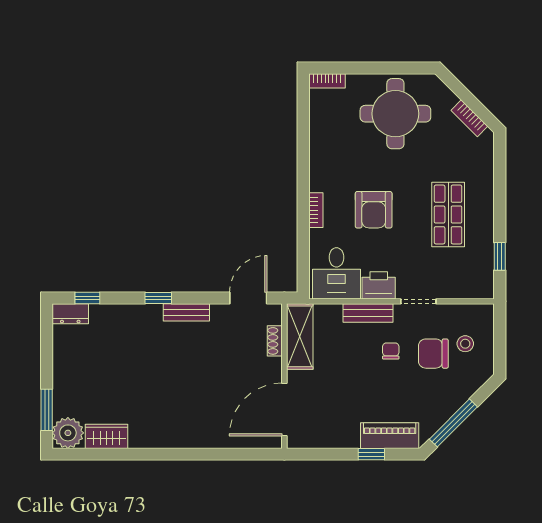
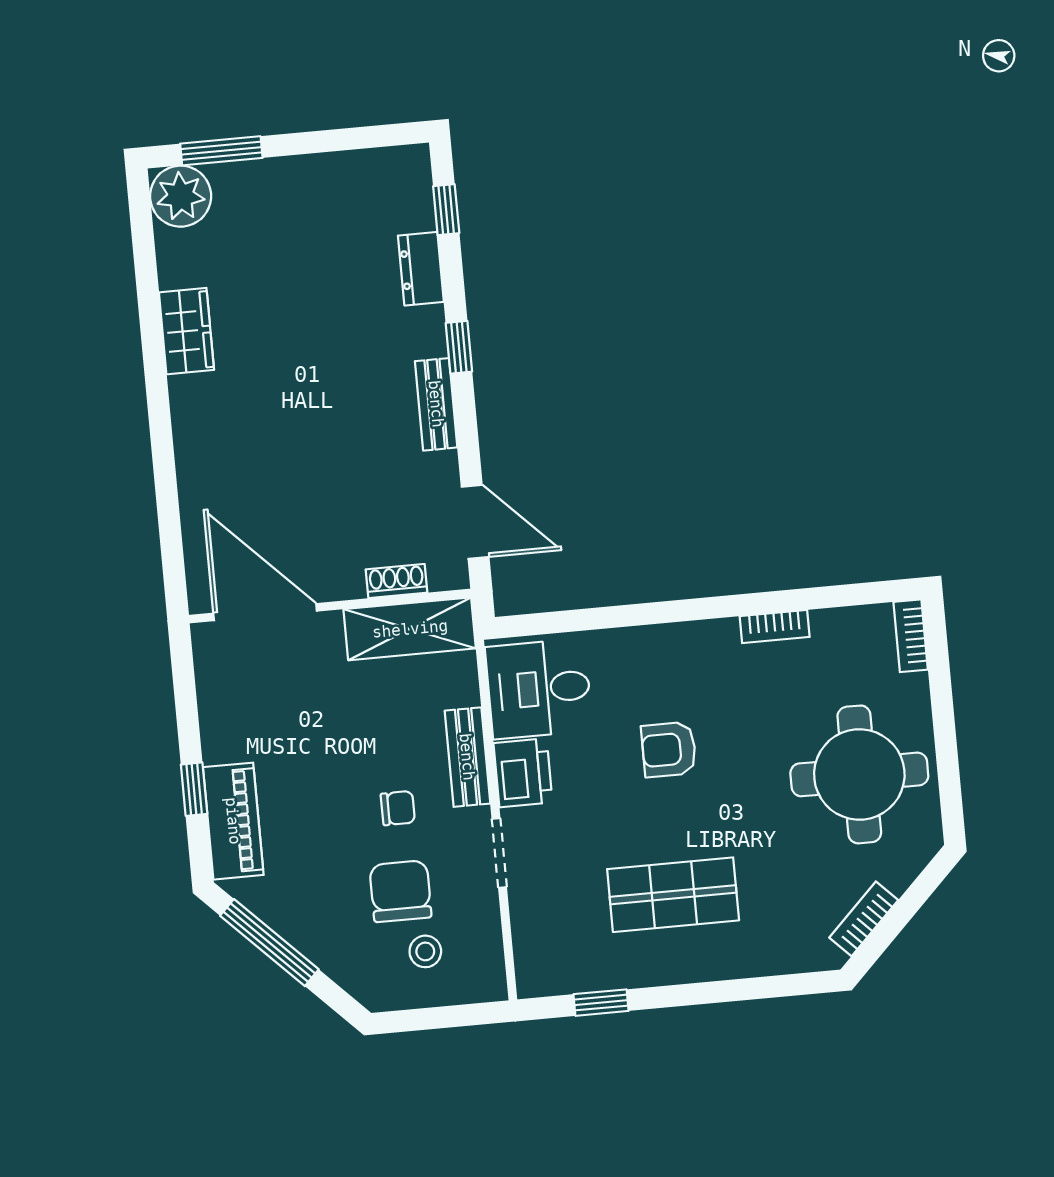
bookcase: (316, 210) -> (775, 627), moved
armchair: (374, 210) -> (669, 749), width x0.72, depth x0.72
dresser: (70, 314) -> (421, 269), moved
wardrobe: (106, 436) -> (186, 331), moved

